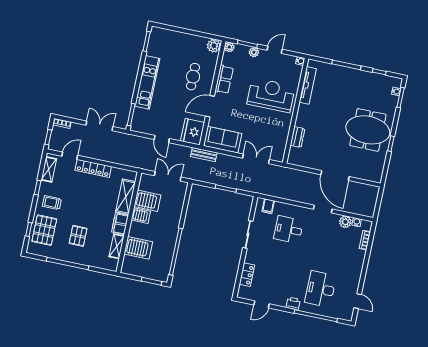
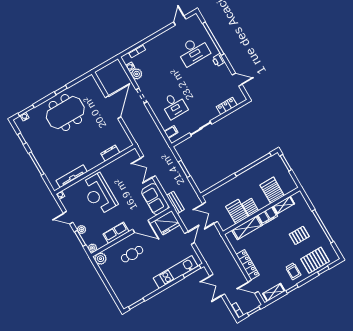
kitchen unit: (147, 82) -> (175, 272), moved
meeting table: (368, 130) -> (65, 113), turned 90

